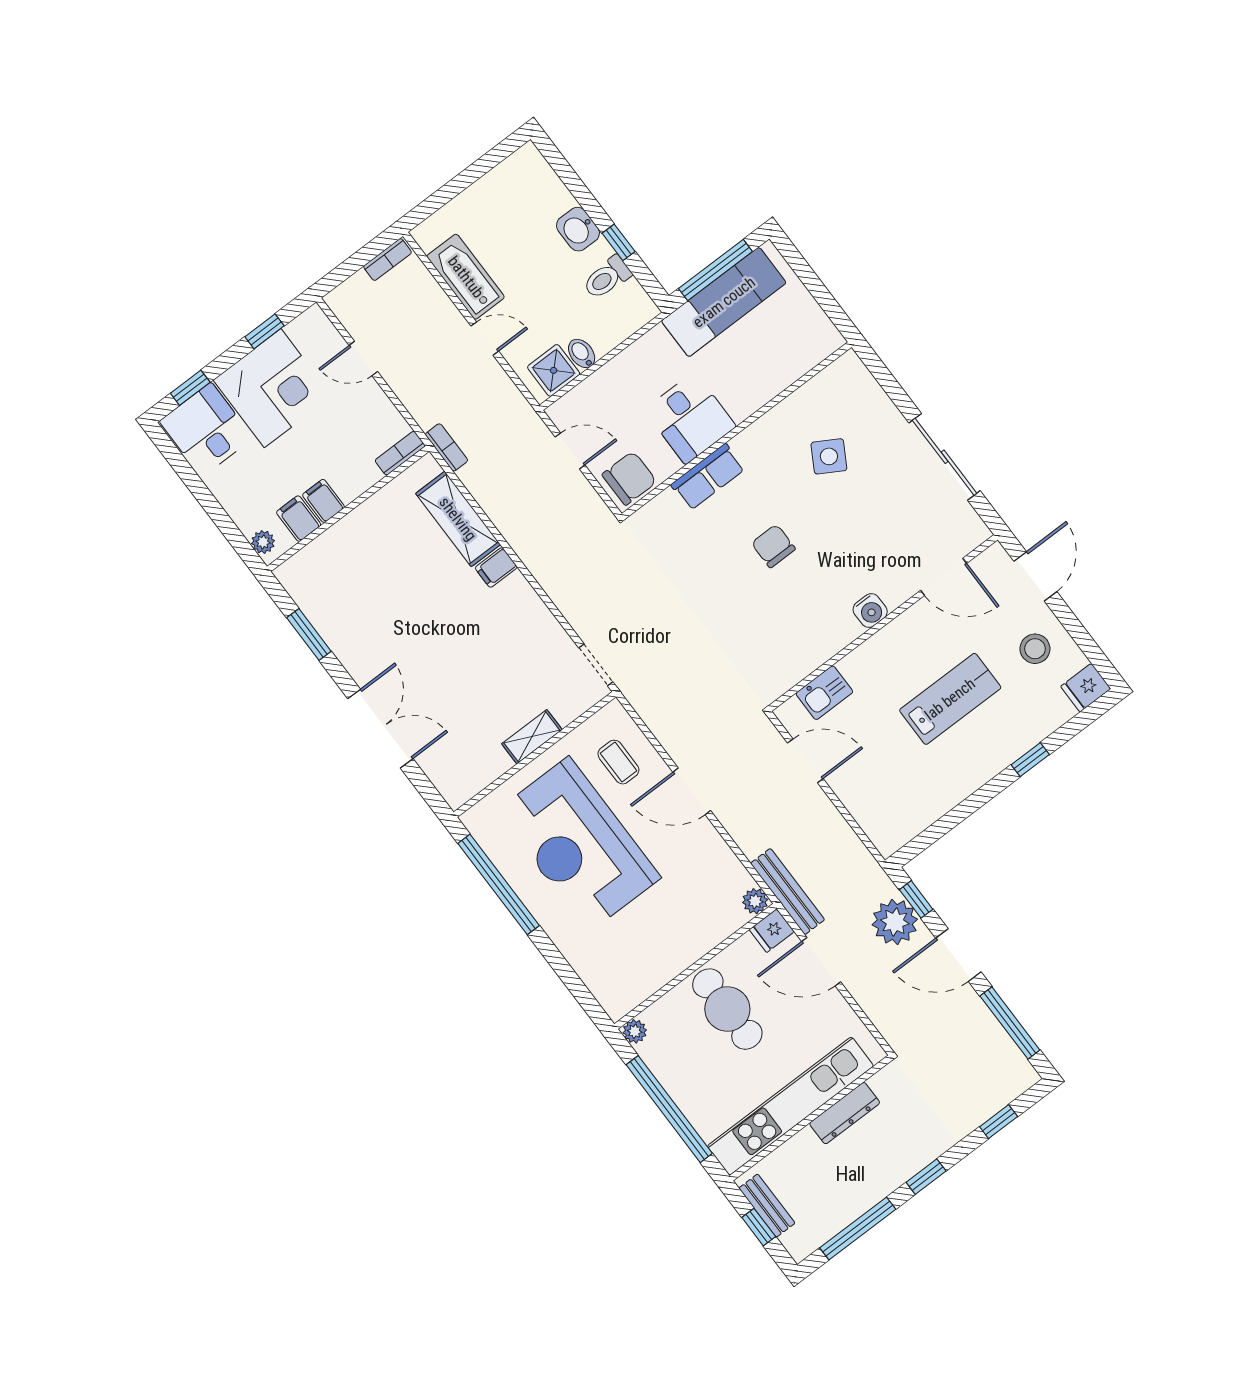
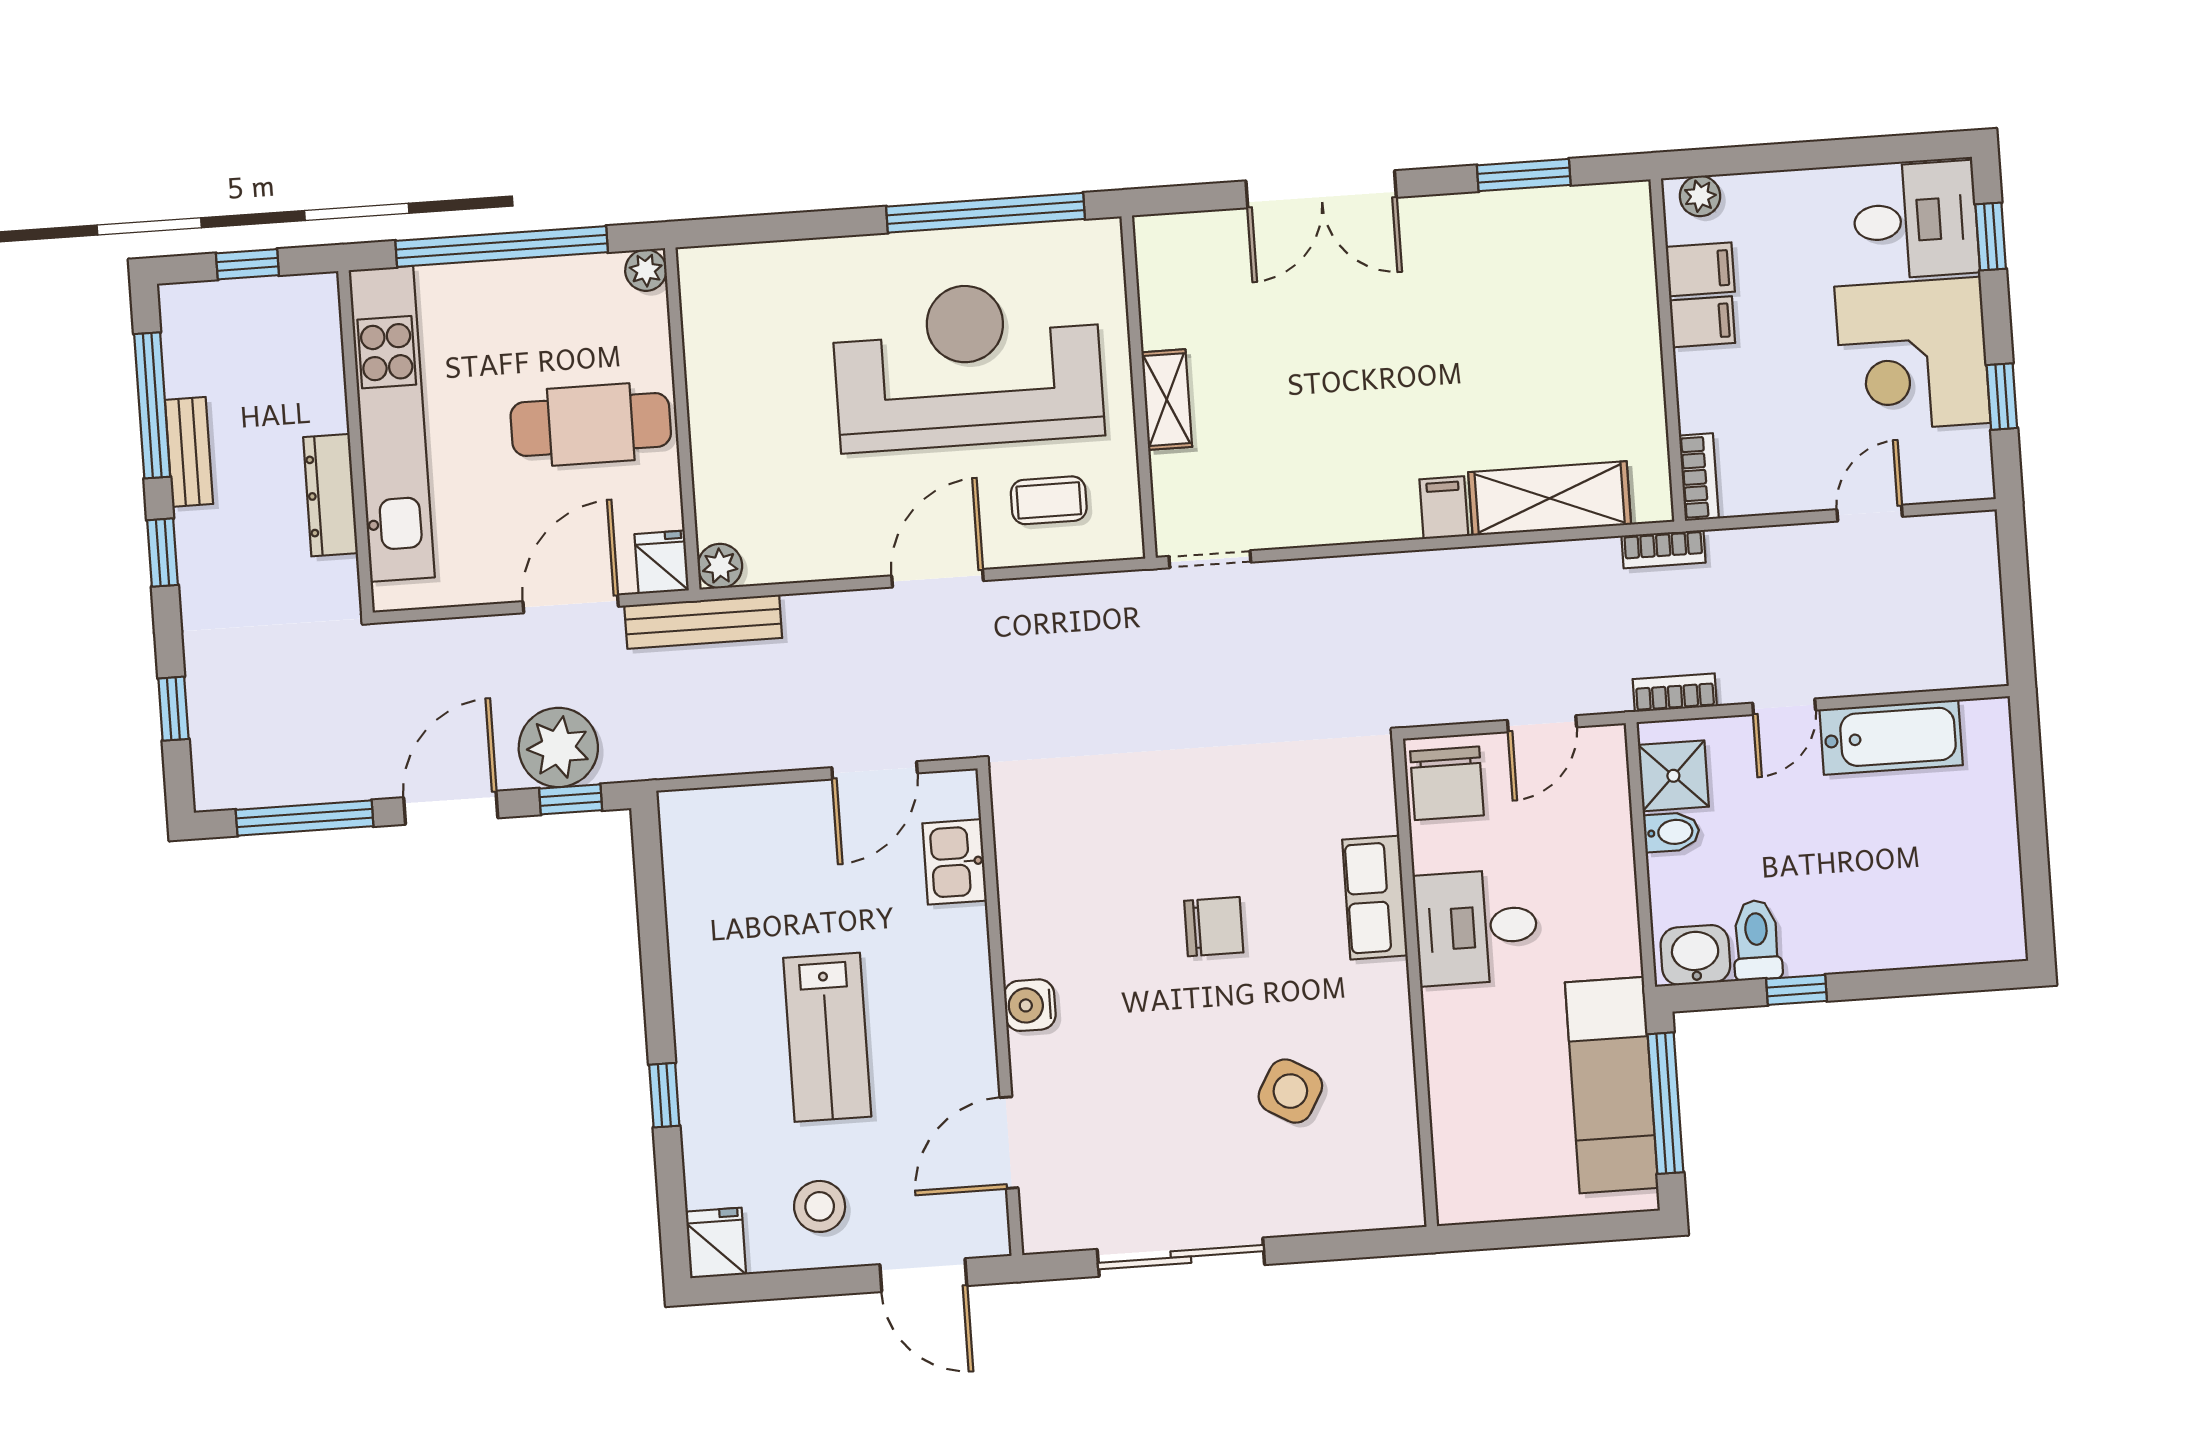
washbasin: (578, 229) -> (1695, 955), moved
bookcase: (387, 259) -> (1675, 693), moved, turned 90
bench: (767, 1206) -> (189, 452), moved, turned 90

